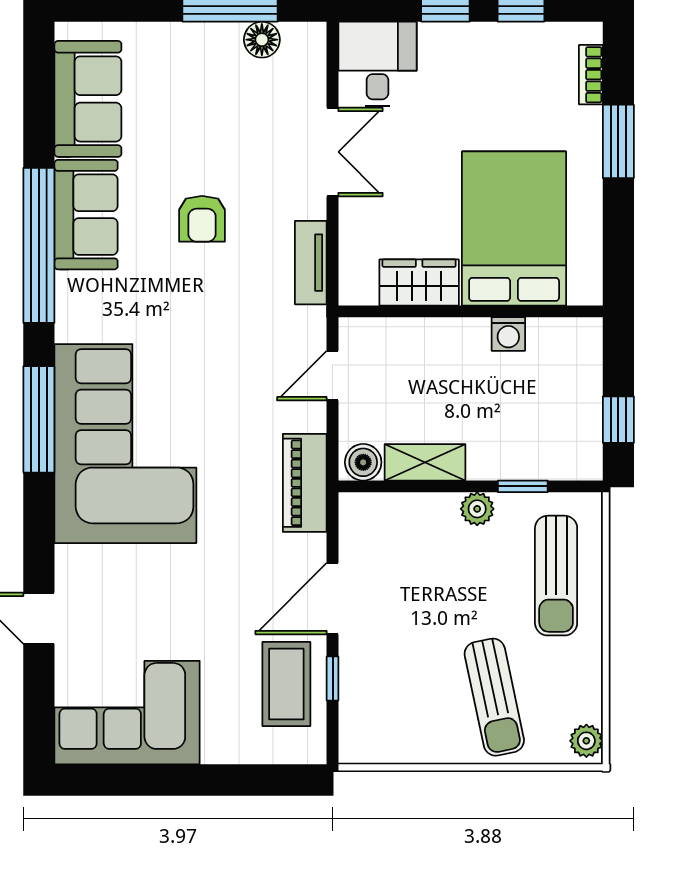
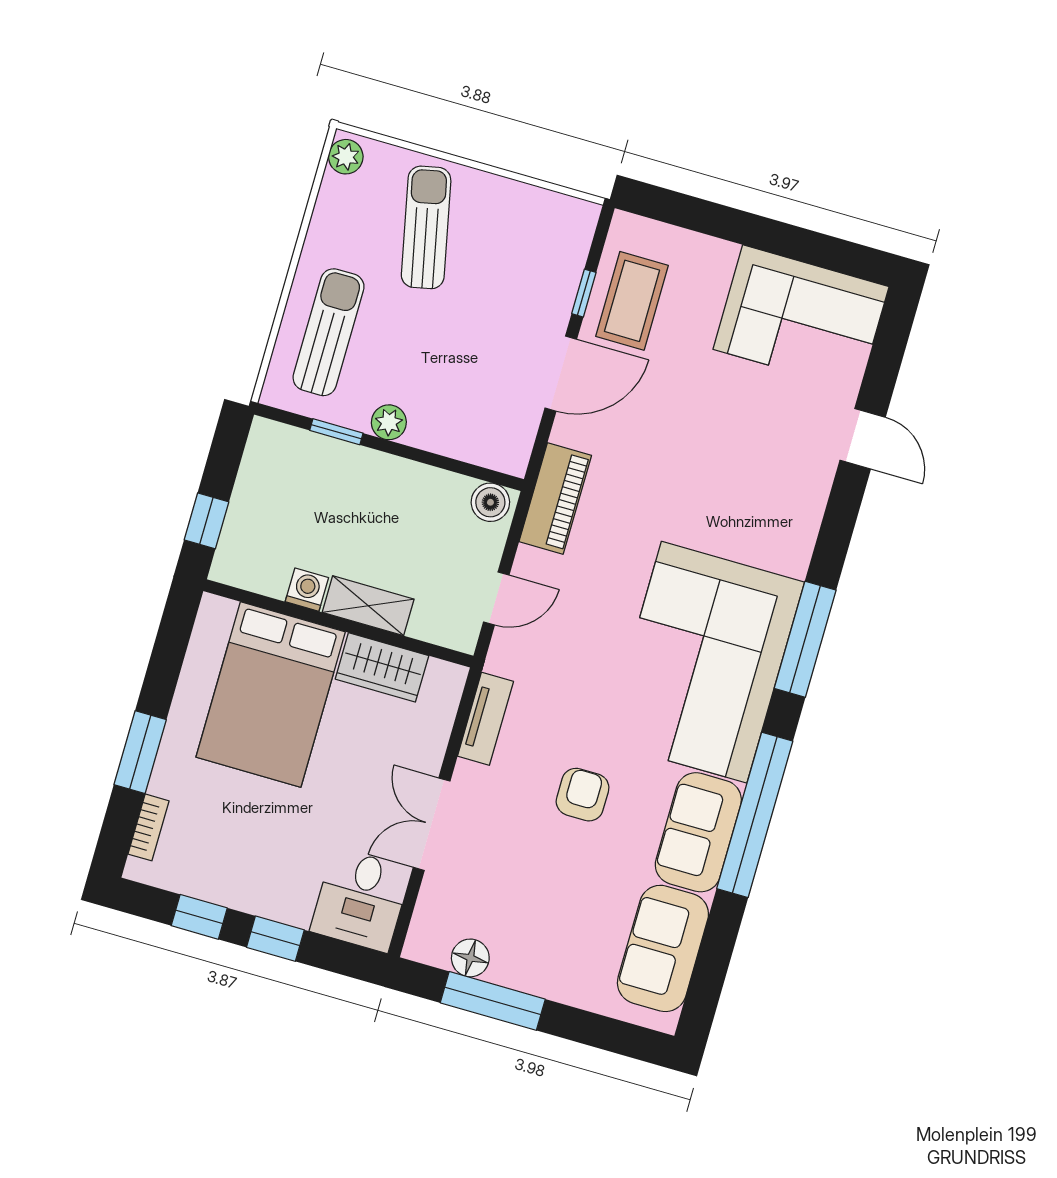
window: (618, 420) -> (206, 521), moved
corner sofa: (125, 444) -> (704, 662), moved
shelving: (425, 462) -> (368, 606), moved

